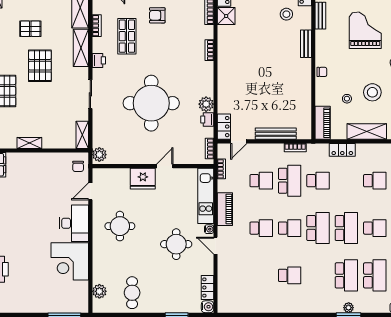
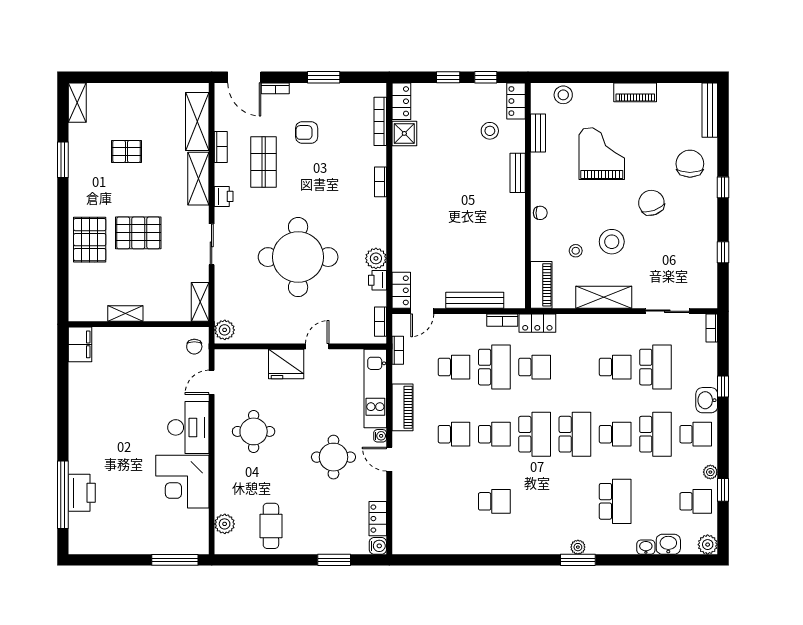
pallet: (40, 66) -> (138, 233), moved, turned 90
locker: (342, 150) -> (537, 323), moved
school desk: (346, 275) -> (575, 501), removed

